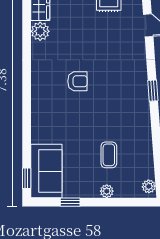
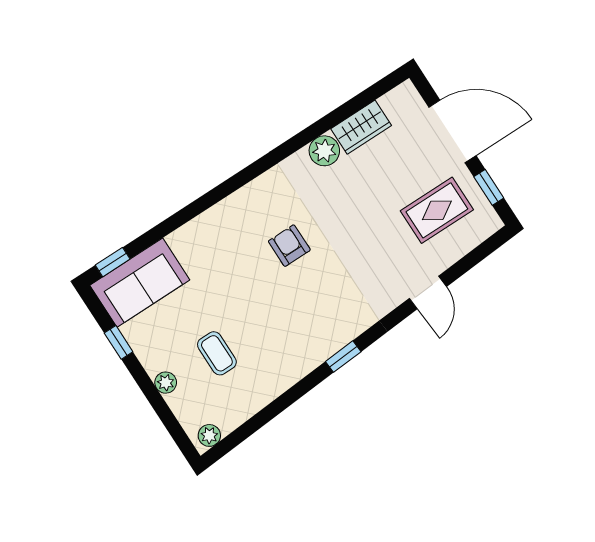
armchair: (77, 81) -> (289, 246), turned 180
coffee table: (109, 155) -> (217, 353), turned 90

